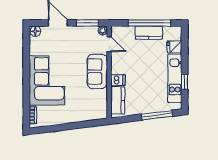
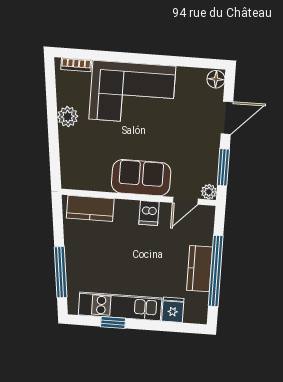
dishwasher: (118, 80) -> (149, 213), moved
plant: (64, 118) -> (68, 117), added

